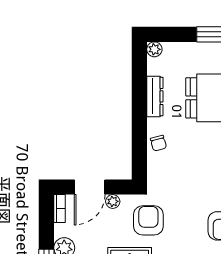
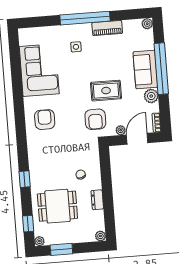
dresser: (155, 96) -> (97, 200), width x0.70
chair: (158, 143) -> (81, 175), moved

